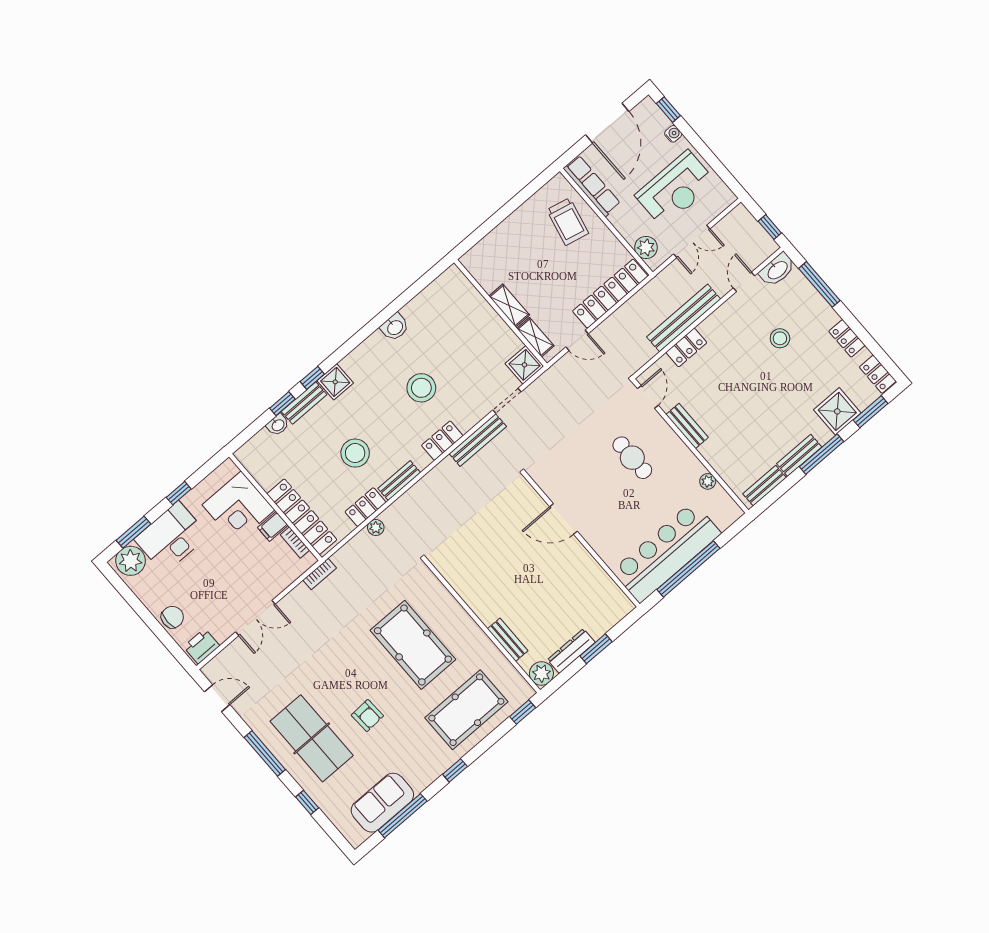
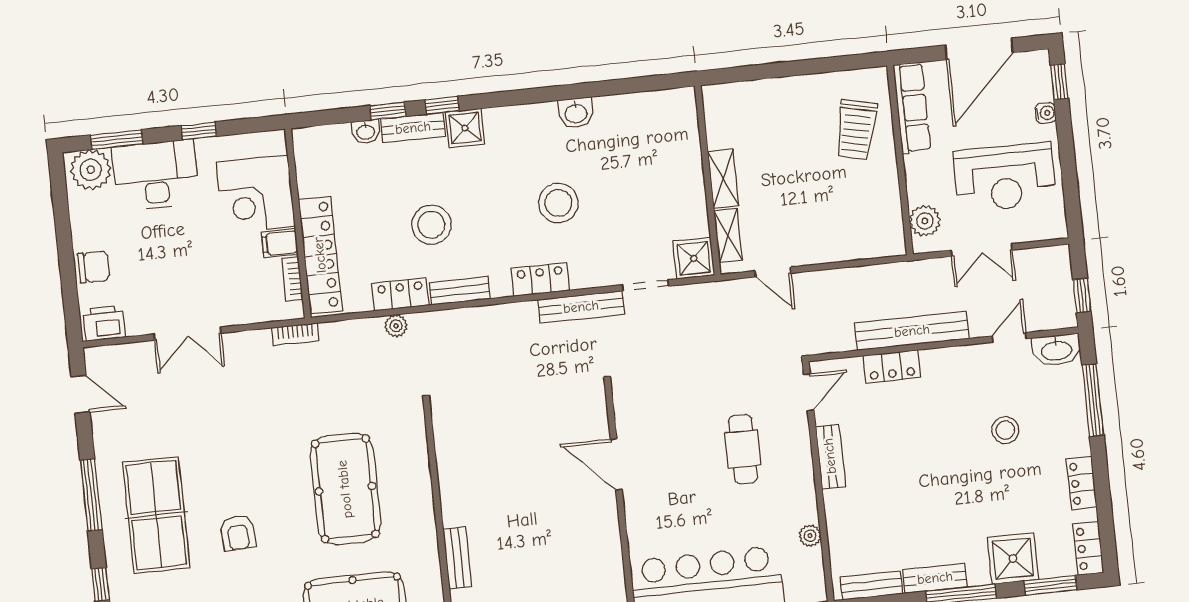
locker: (610, 294) -> (848, 245), removed

